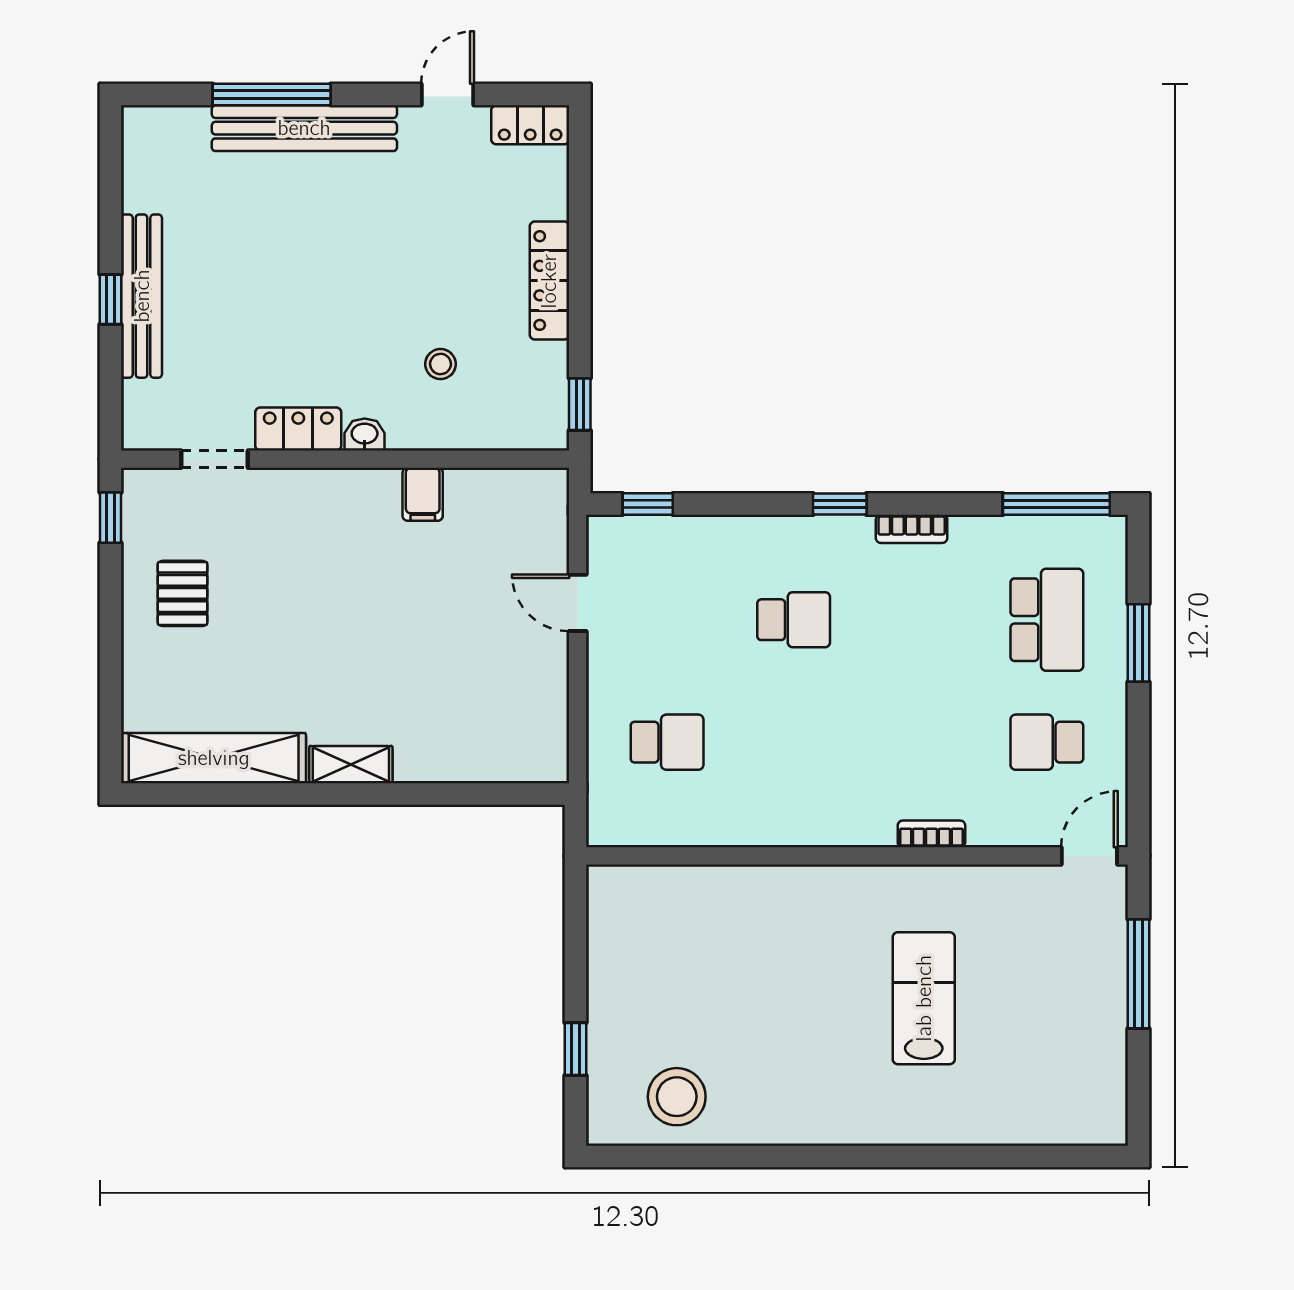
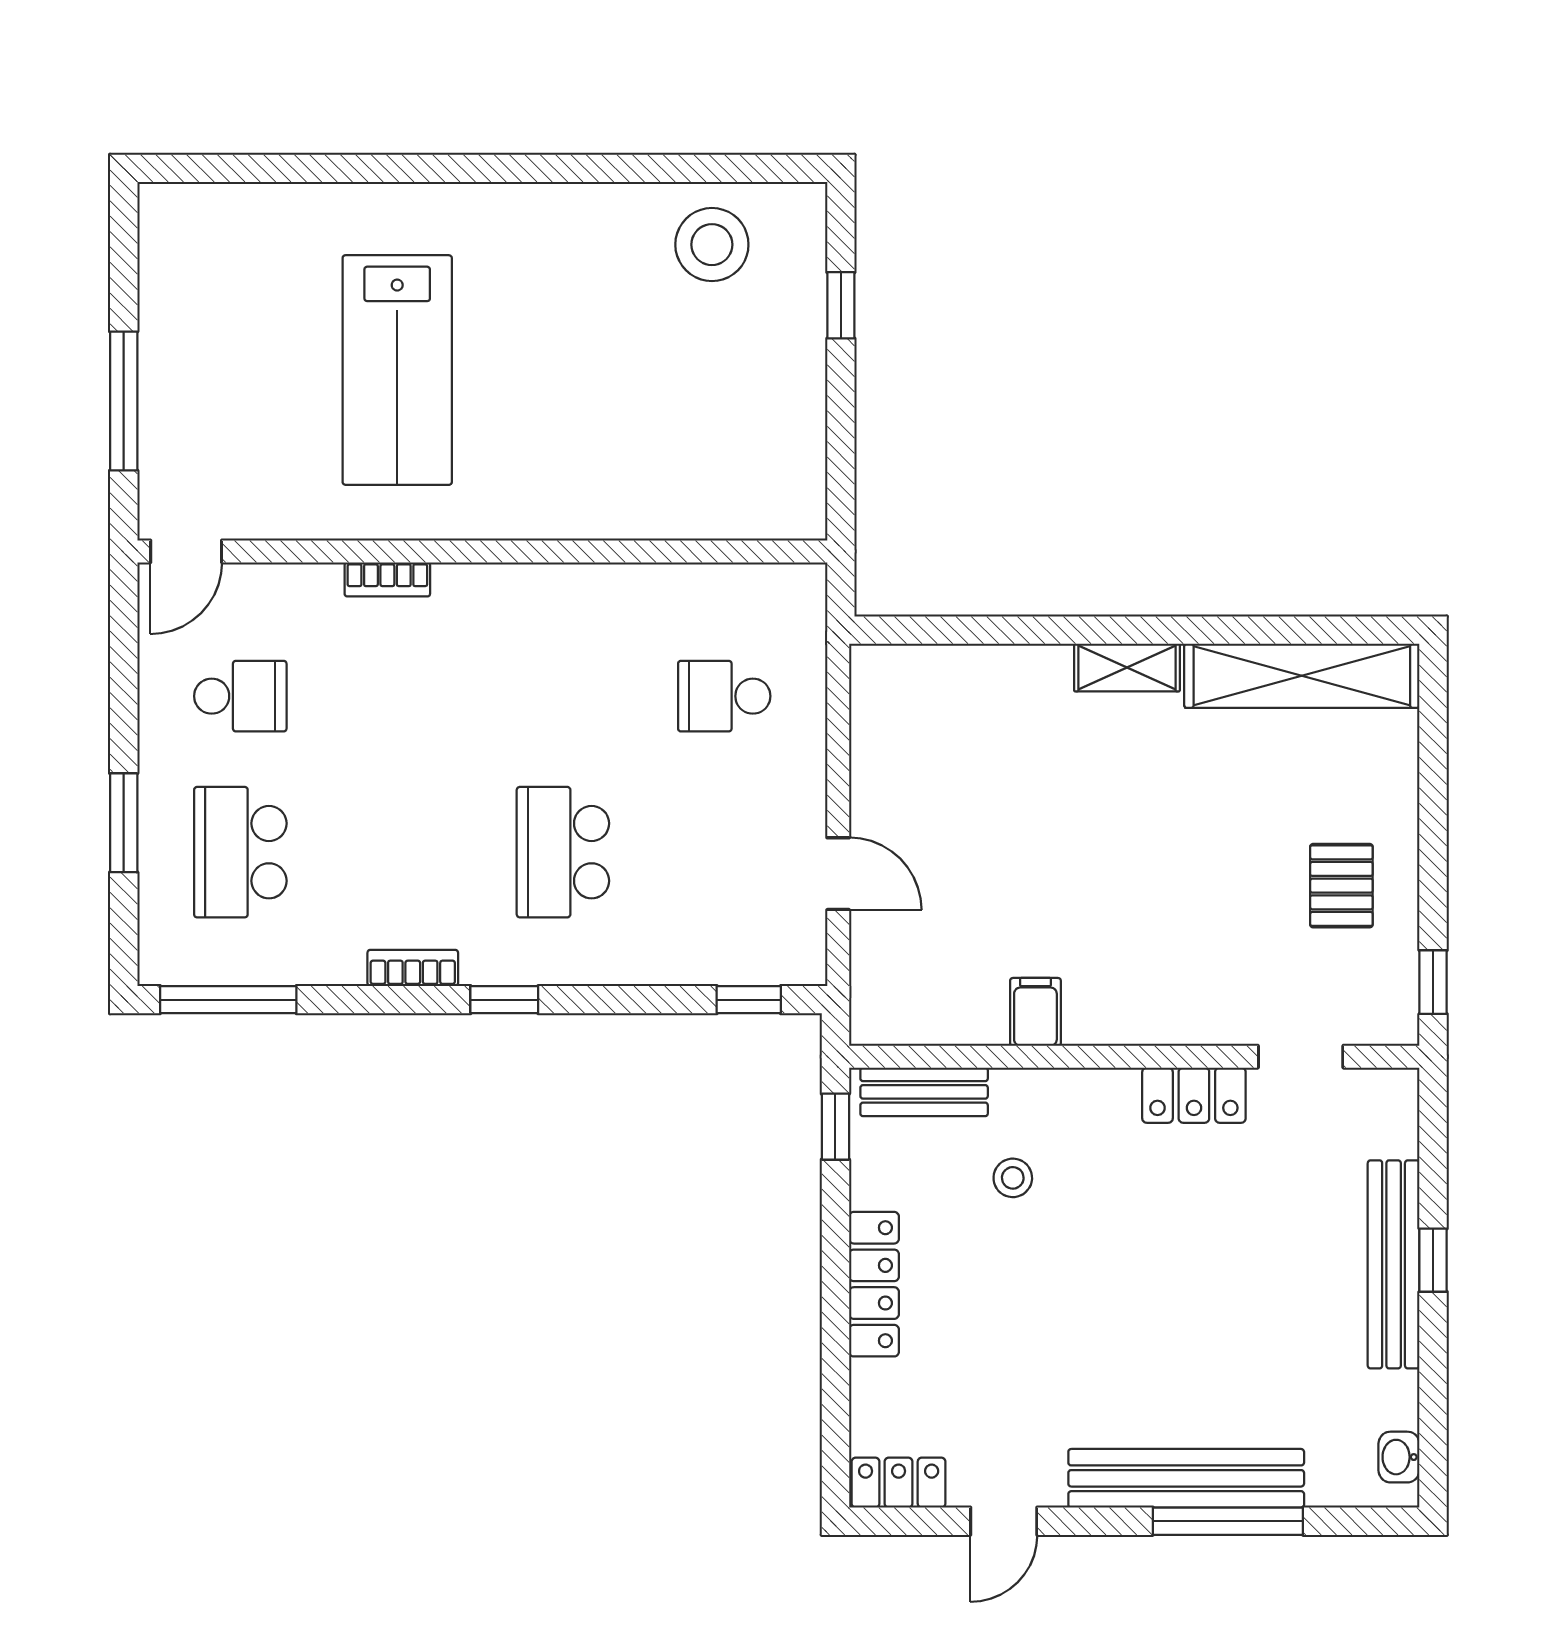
bench: (510, 432) -> (924, 1092), added
washbasin: (365, 435) -> (1399, 1457), moved, turned 90
school desk: (794, 620) -> (563, 852), width x1.85
lab bench: (924, 998) -> (397, 370), width x1.36, depth x1.39

